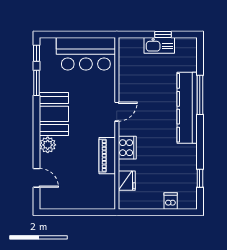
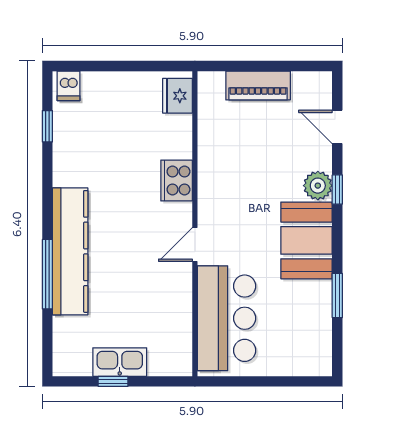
window: (37, 53) -> (337, 190), moved
bar counter: (86, 54) -> (227, 318), moved, turned 90
piano: (107, 156) -> (258, 86), moved, turned 90
fridge: (127, 181) -> (177, 96), moved
dishwasher: (171, 201) -> (68, 86), moved

